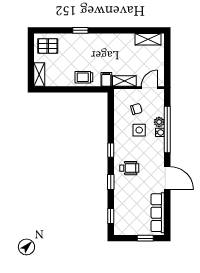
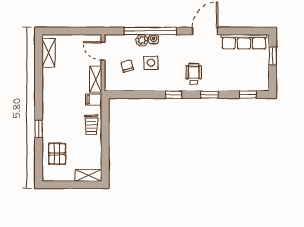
pallet: (48, 46) -> (57, 154), moved

